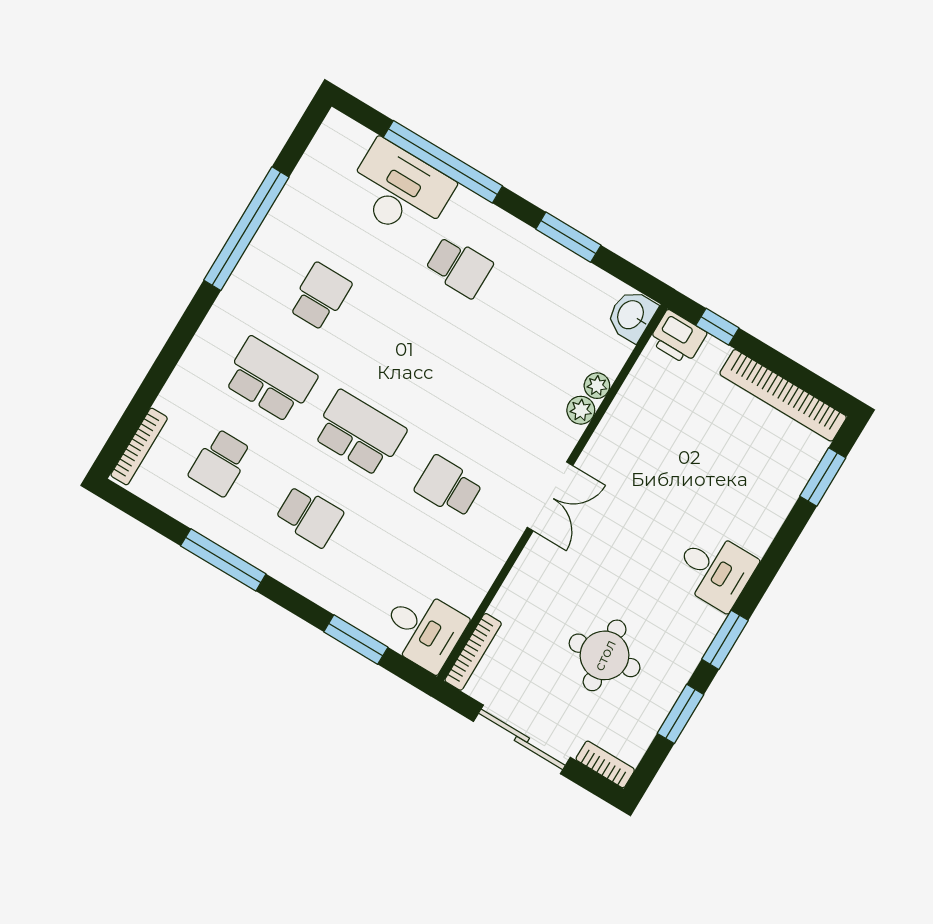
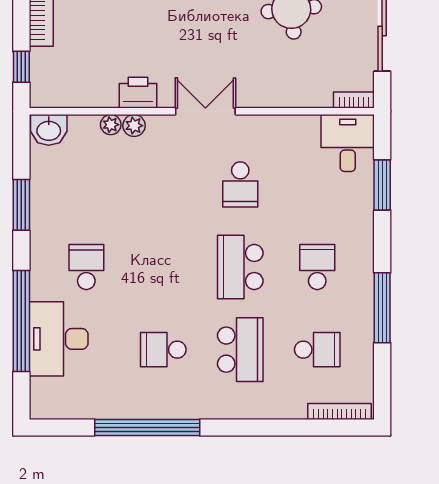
printer: (678, 337) -> (138, 93), moved, turned -90
school desk: (270, 379) -> (240, 350), turned 180
bookcase: (473, 652) -> (354, 100), width x0.64

